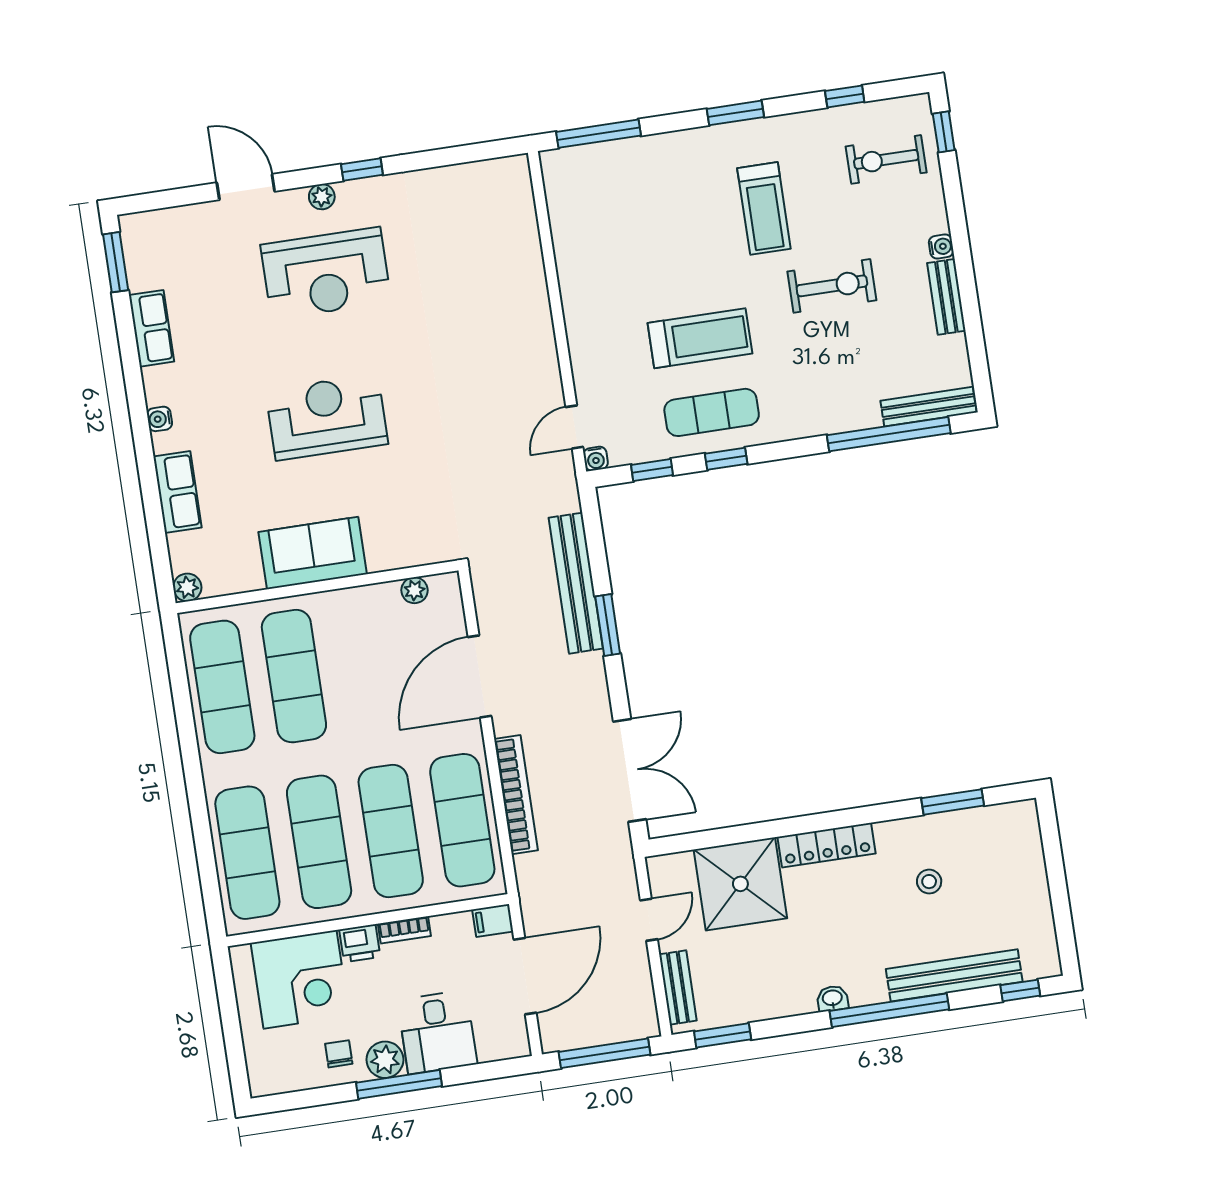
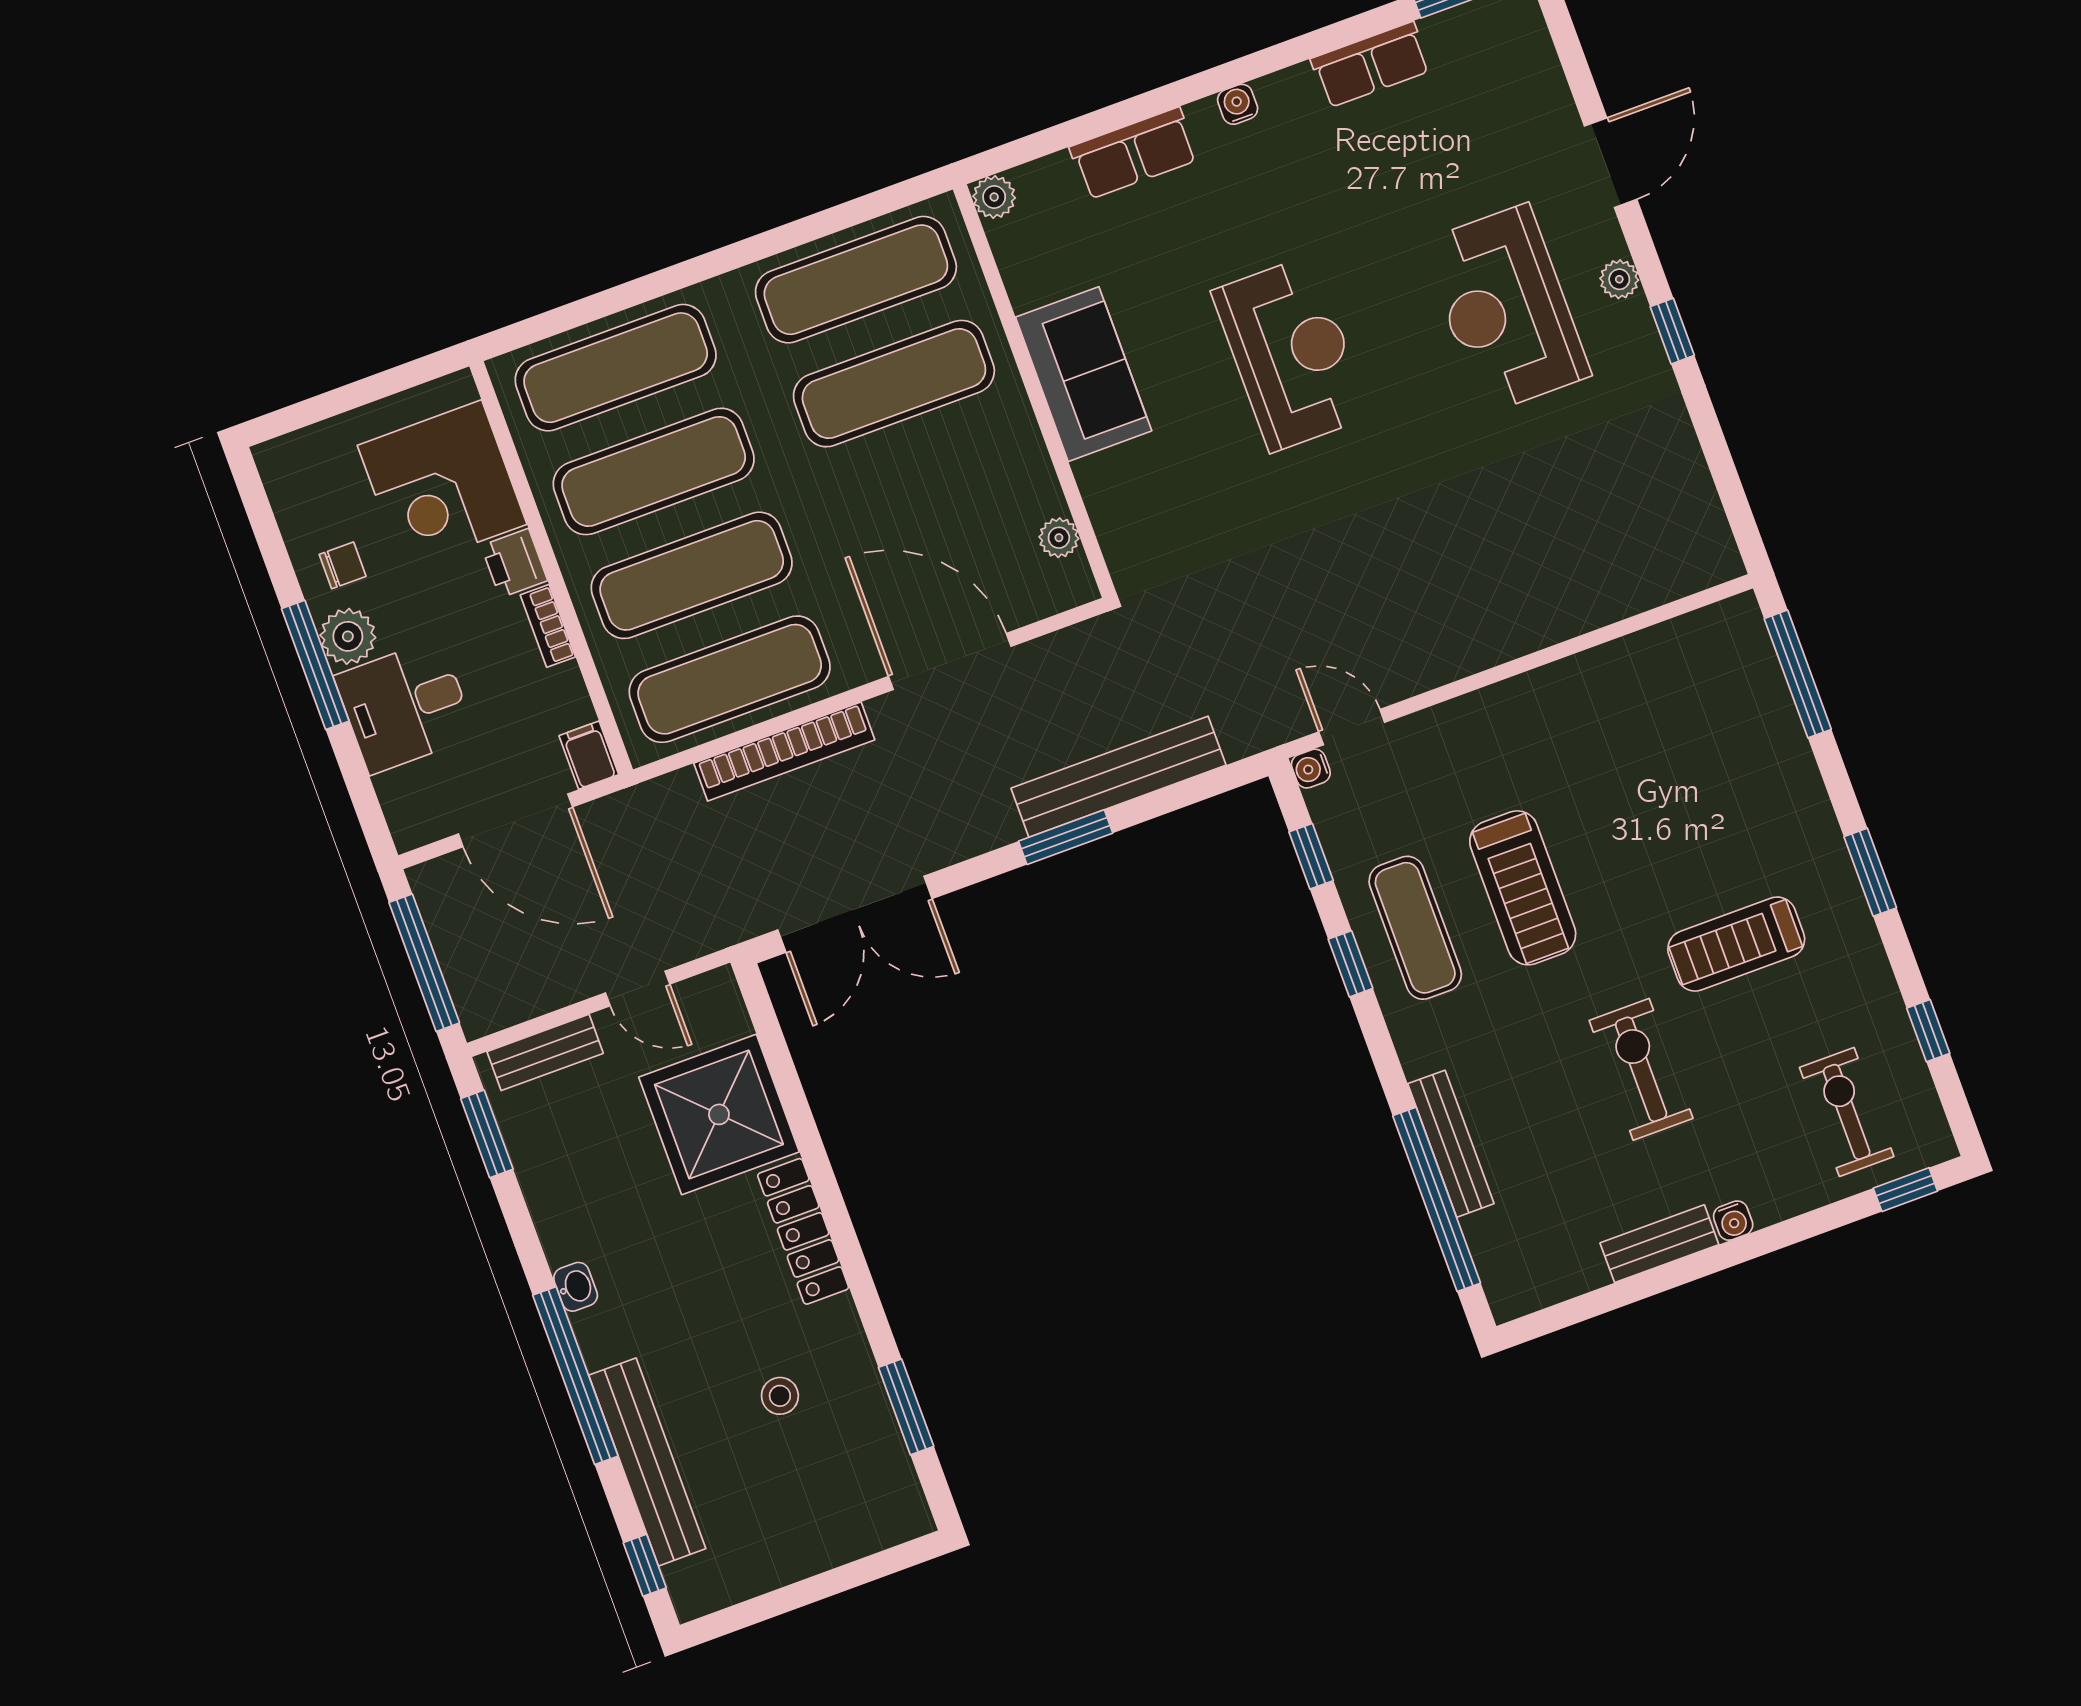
exercise bike: (832, 286) -> (1641, 1069), turned 180
bench: (929, 407) -> (1451, 1144), moved

